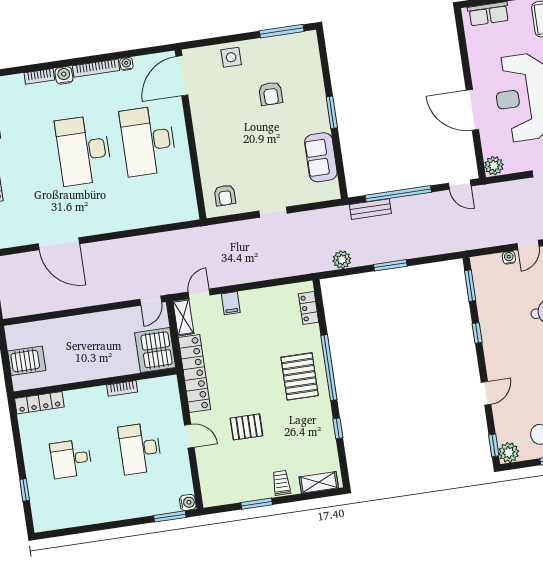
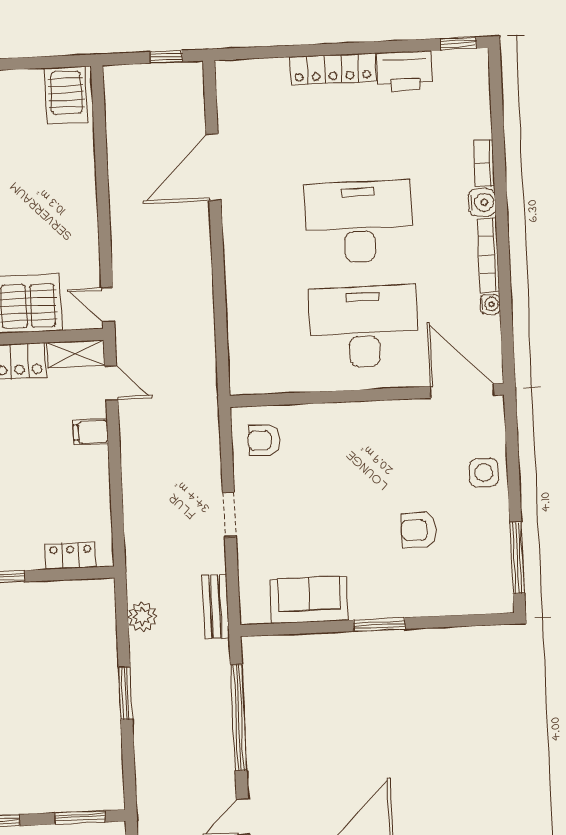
bench: (370, 209) -> (216, 606), moved
server rack: (27, 361) -> (66, 95), moved

